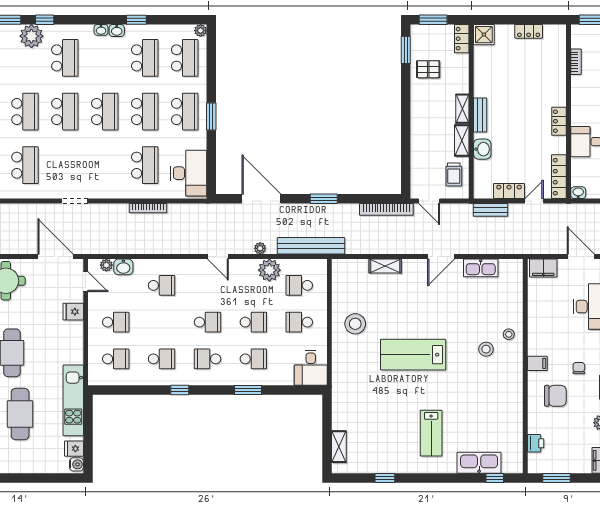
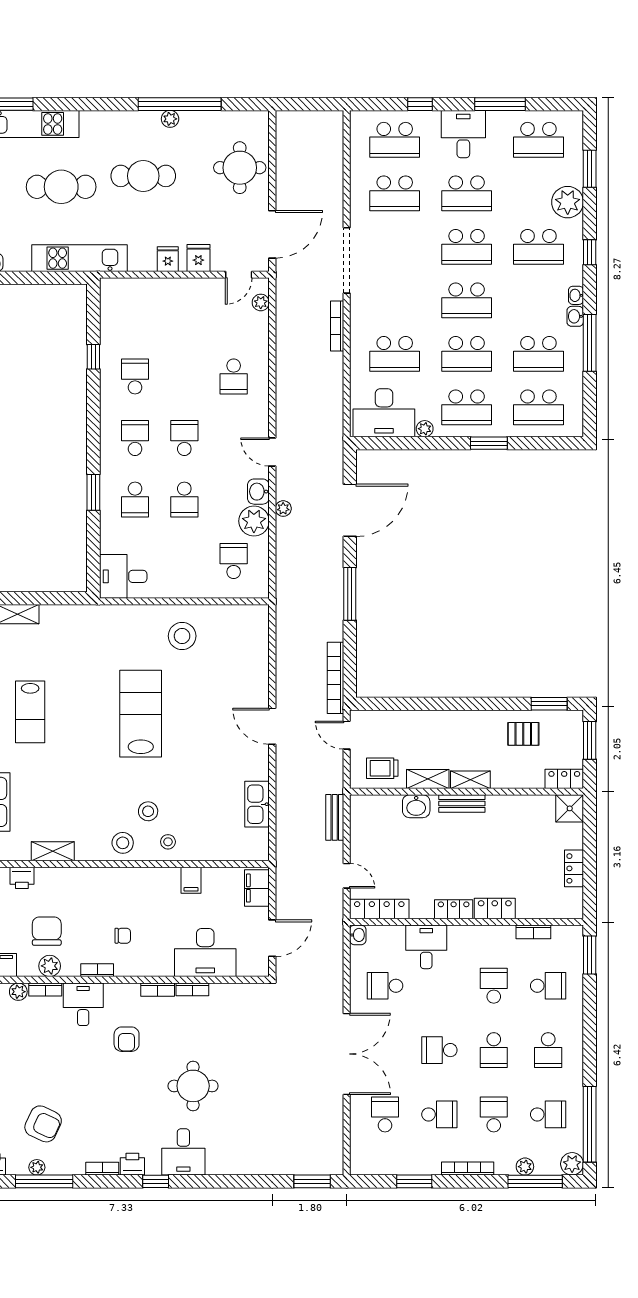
window: (45, 20) -> (590, 252), moved
window: (136, 20) -> (590, 343), width x2.17
plant: (201, 31) -> (425, 429), moved
pallet: (428, 69) -> (523, 734), turned 90
window: (211, 116) -> (489, 443), moved
locker: (509, 191) -> (495, 908), moved, turned -90
window: (324, 199) -> (350, 594), width x1.44
doorway: (75, 201) -> (347, 260), width x1.87
door: (429, 201) -> (347, 735), hinge flipped
bookcase: (148, 208) -> (337, 326), moved
bench: (311, 246) -> (287, 577), removed
door: (218, 257) -> (272, 452), hinge flipped
door: (441, 257) -> (272, 726), moved
shelving: (385, 266) -> (53, 851), moved, turned 90
washbasin: (123, 267) -> (258, 492), moved
school desk: (116, 322) -> (184, 315), removed
school desk: (207, 322) -> (184, 438), turned 180
school desk: (299, 322) -> (184, 561), removed
school desk: (116, 359) -> (135, 315), removed
school desk: (162, 359) -> (135, 376), turned 180
filing cabinet: (537, 363) -> (191, 880), moved
stool: (510, 368) -> (123, 843), added
window: (180, 390) -> (93, 357), moved
chair: (555, 396) -> (47, 931), moved, turned 180
lab bench: (431, 433) -> (30, 712), moved, turned -90
fridge: (74, 449) -> (168, 259), moved

